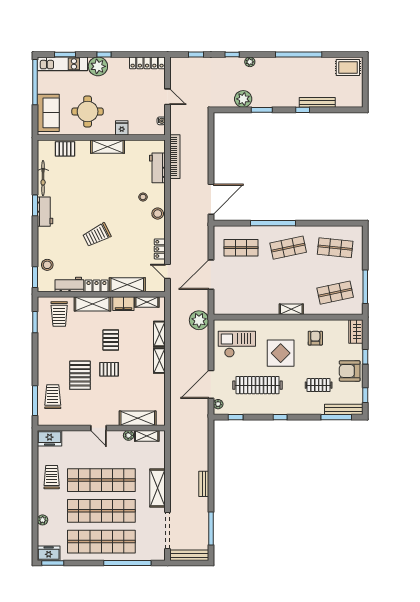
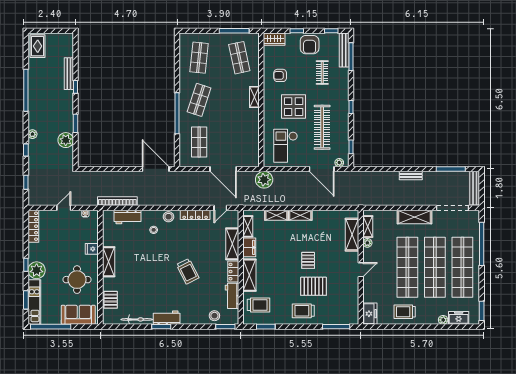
shop shelf: (288, 248) -> (199, 100), turned 30
locker: (160, 249) -> (195, 215), width x1.53
pallet: (111, 340) -> (282, 259), removed
trolley: (53, 397) -> (303, 311), moved
freezer: (49, 553) -> (459, 318), moved, turned 90

